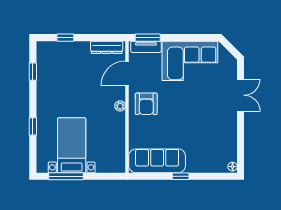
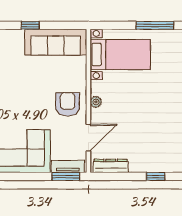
bed with nightstands: (72, 145) -> (120, 54), moved, turned -90

